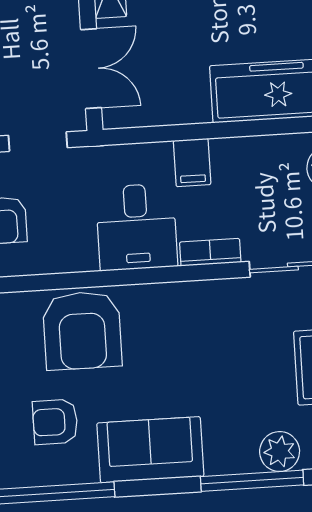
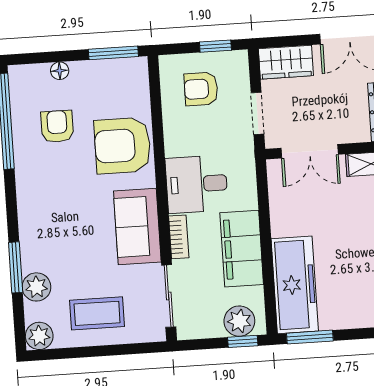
filing cabinet: (192, 163) -> (242, 249), width x3.00, depth x1.17
sofa: (150, 450) -> (137, 227), moved, turned 180
window: (252, 481) -> (16, 267), width x0.69

